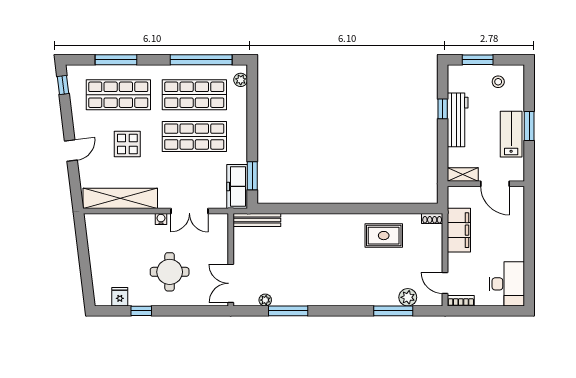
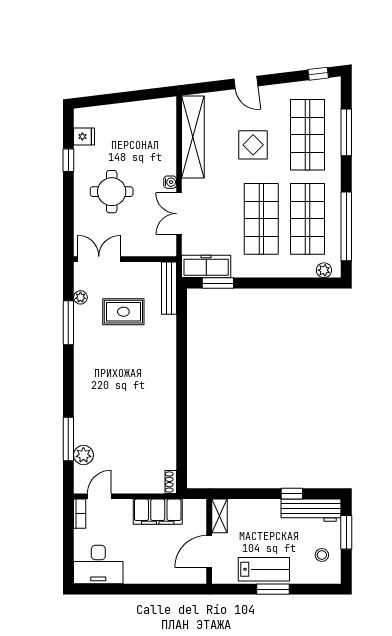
workbench: (458, 120) -> (311, 510), moved
rug: (384, 236) -> (123, 312), moved, turned 90

